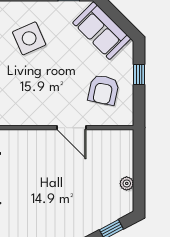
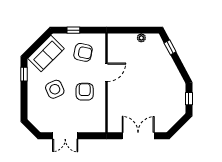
side table: (29, 38) -> (55, 89), moved
armchair: (40, 92) -> (85, 92), added

